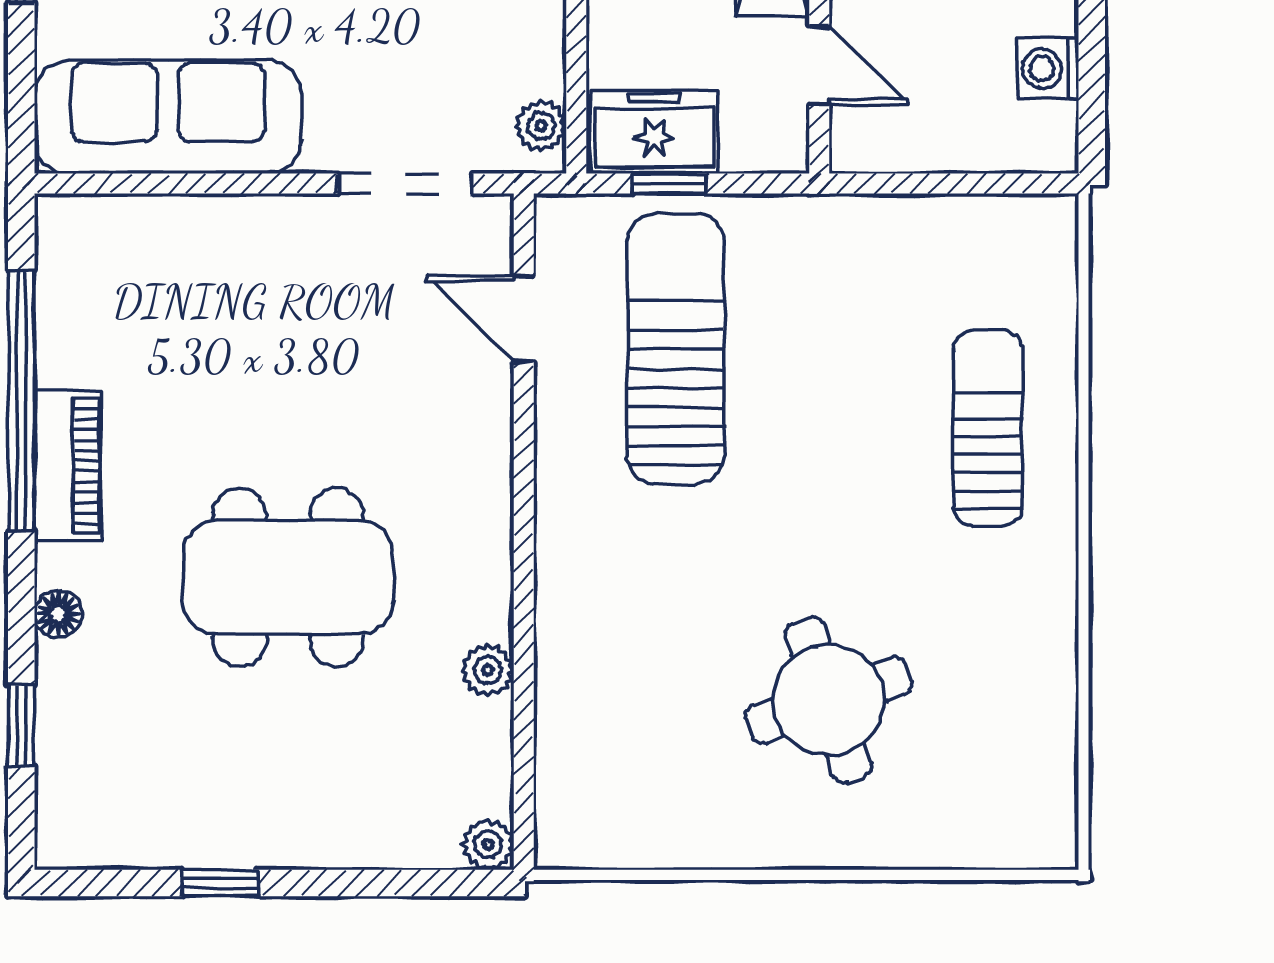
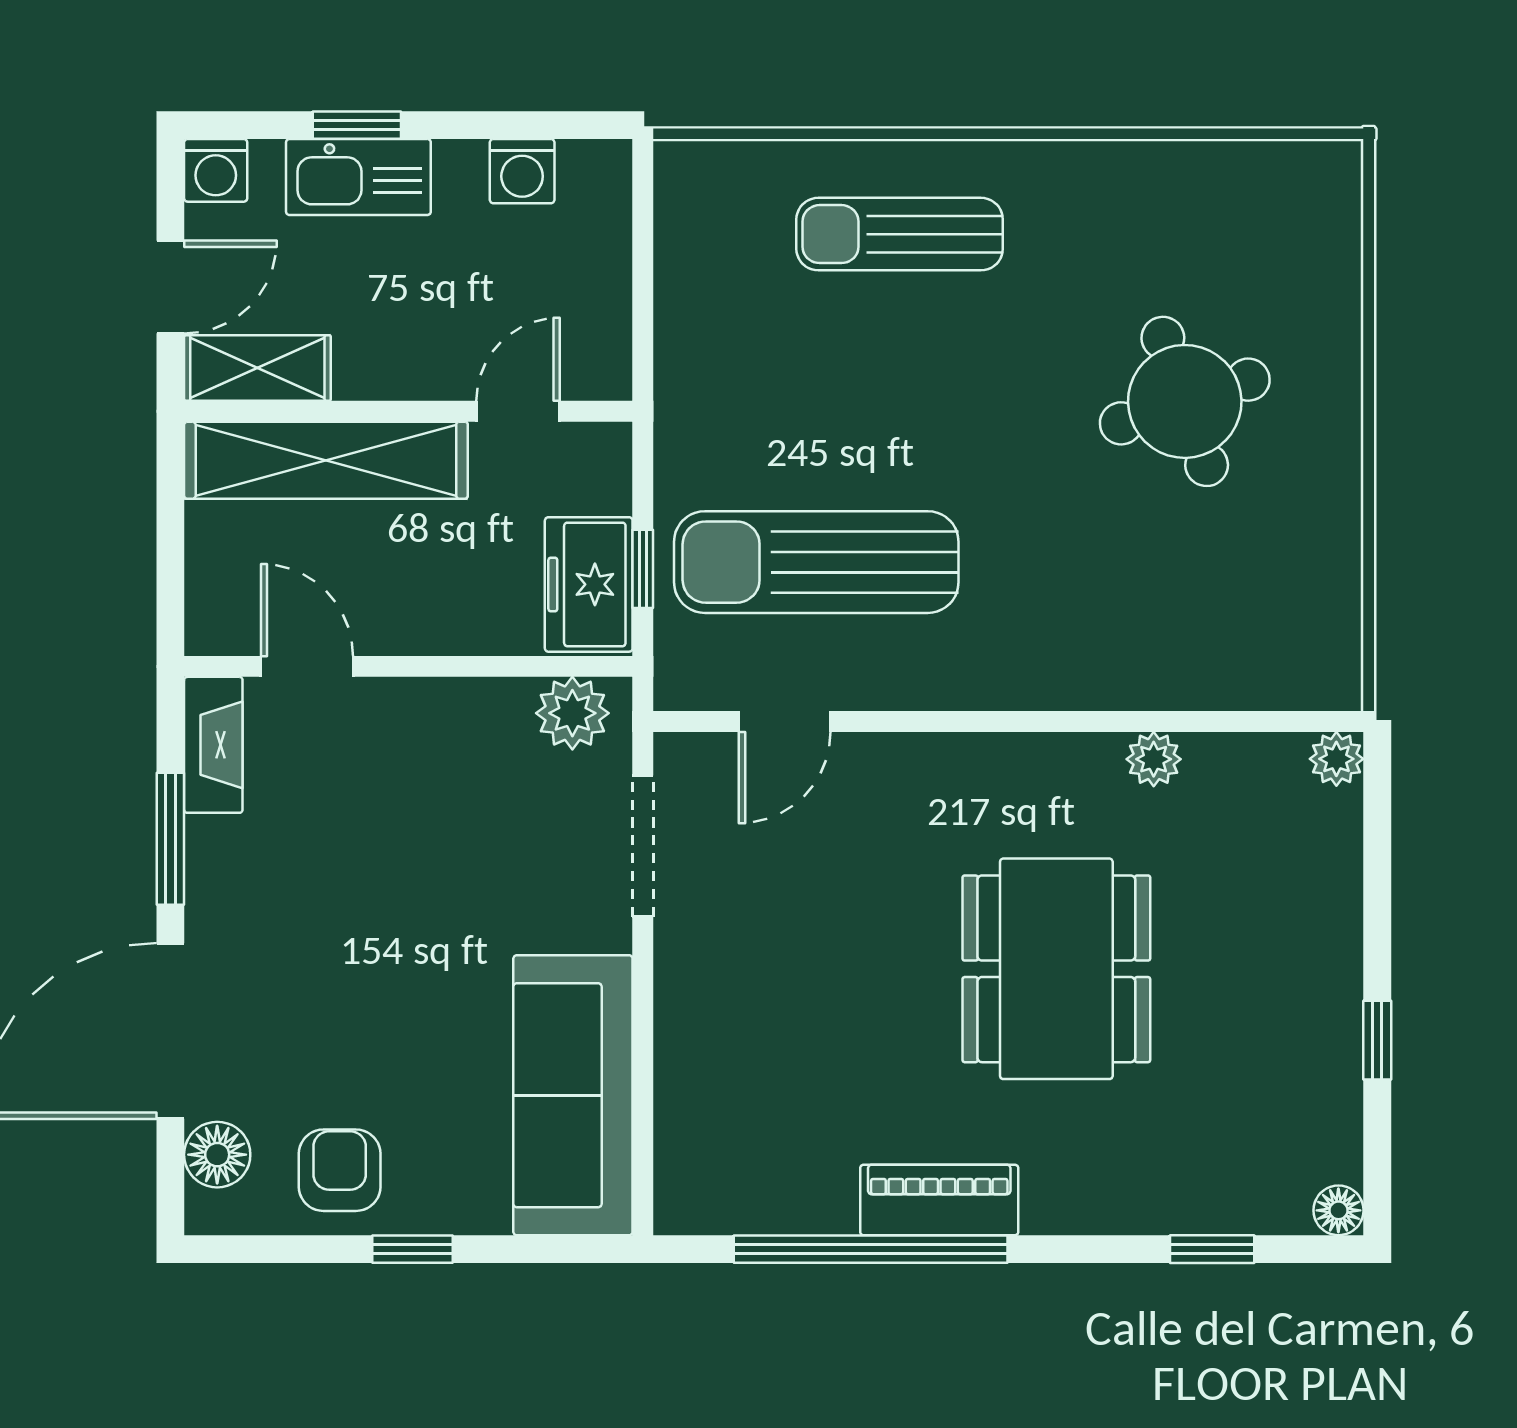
plant: (541, 126) -> (572, 713), width x1.38, depth x1.38
floor lamp: (58, 614) -> (1338, 1210), moved

